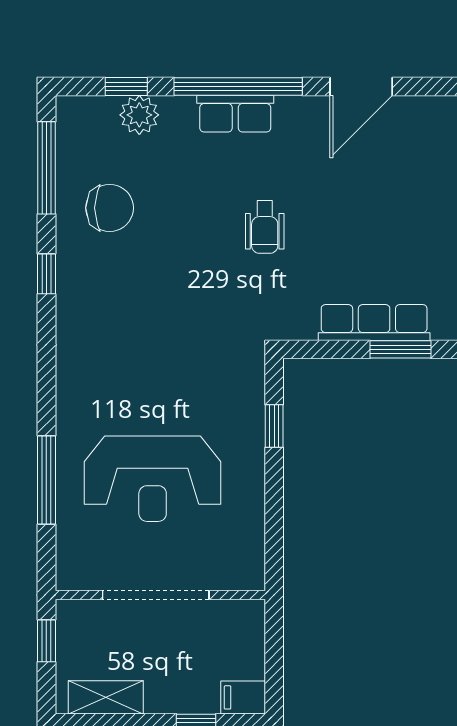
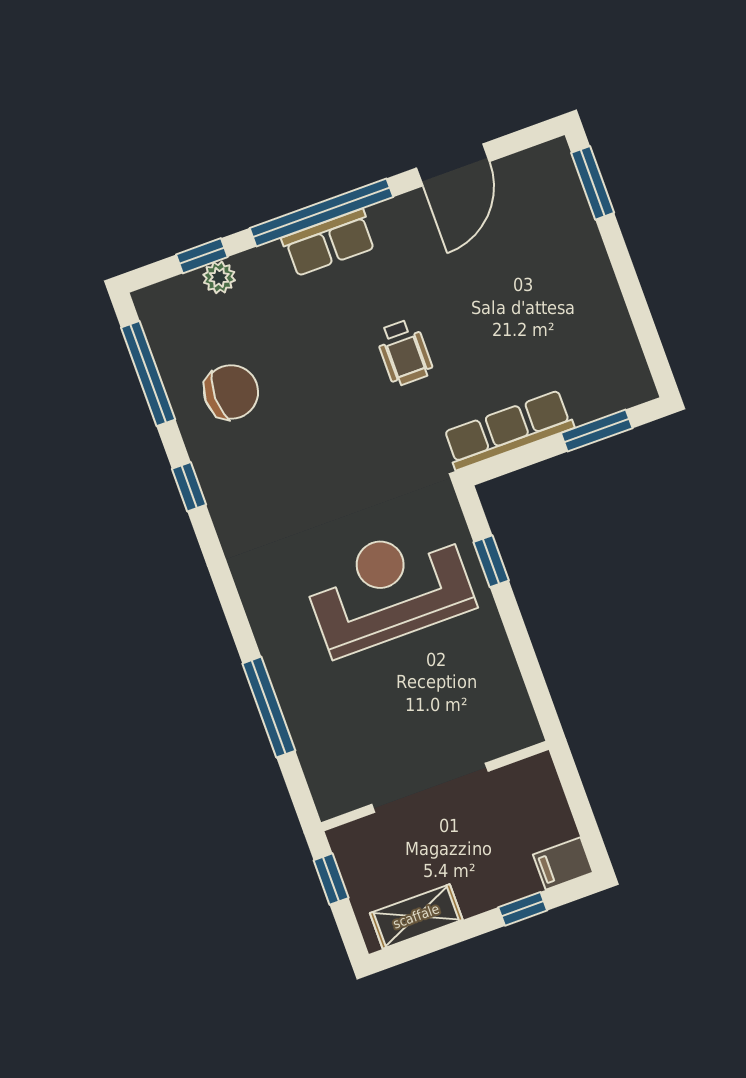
plant: (139, 115) -> (219, 277), width x0.73, depth x0.73
row of seats: (374, 323) -> (508, 430), moved
reception desk: (153, 479) -> (389, 589), moved, turned 180

